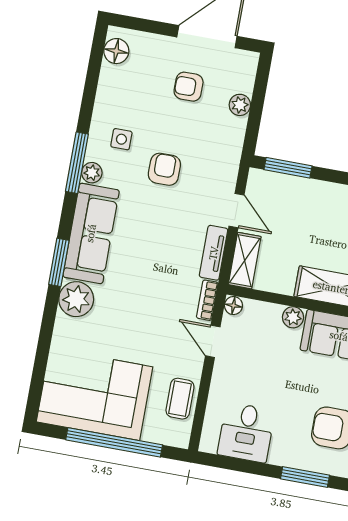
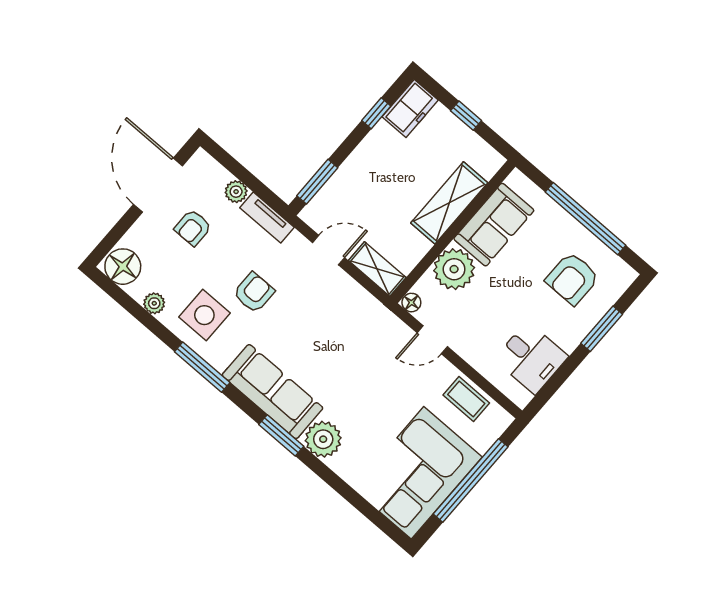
floor lamp: (116, 51) -> (123, 267), width x1.38, depth x1.38
side table: (121, 139) -> (204, 315), width x1.87, depth x1.87
armchair: (164, 169) -> (254, 293), turned 90
plant: (92, 173) -> (154, 303), moved
tv unit: (214, 253) -> (267, 217), moved
bookcase: (207, 300) -> (393, 323), removed
plant: (293, 317) -> (454, 269), width x1.87, depth x1.87

